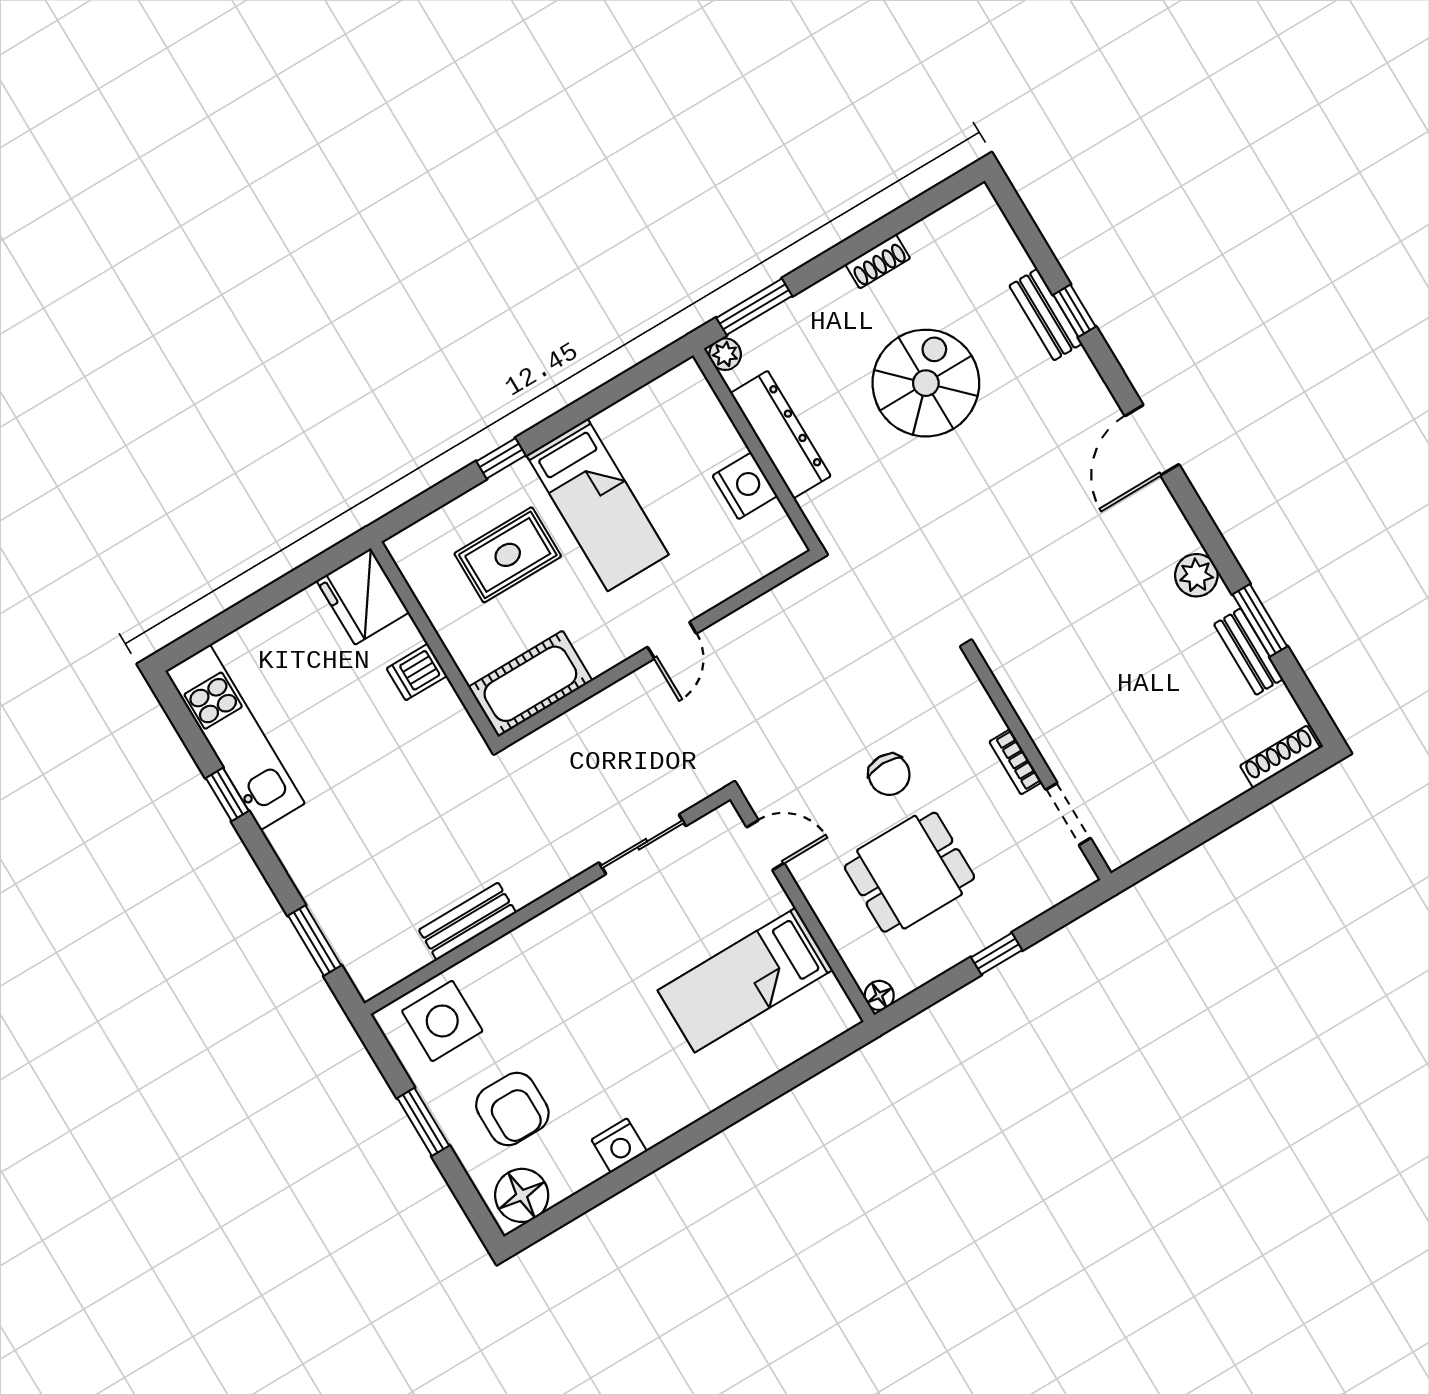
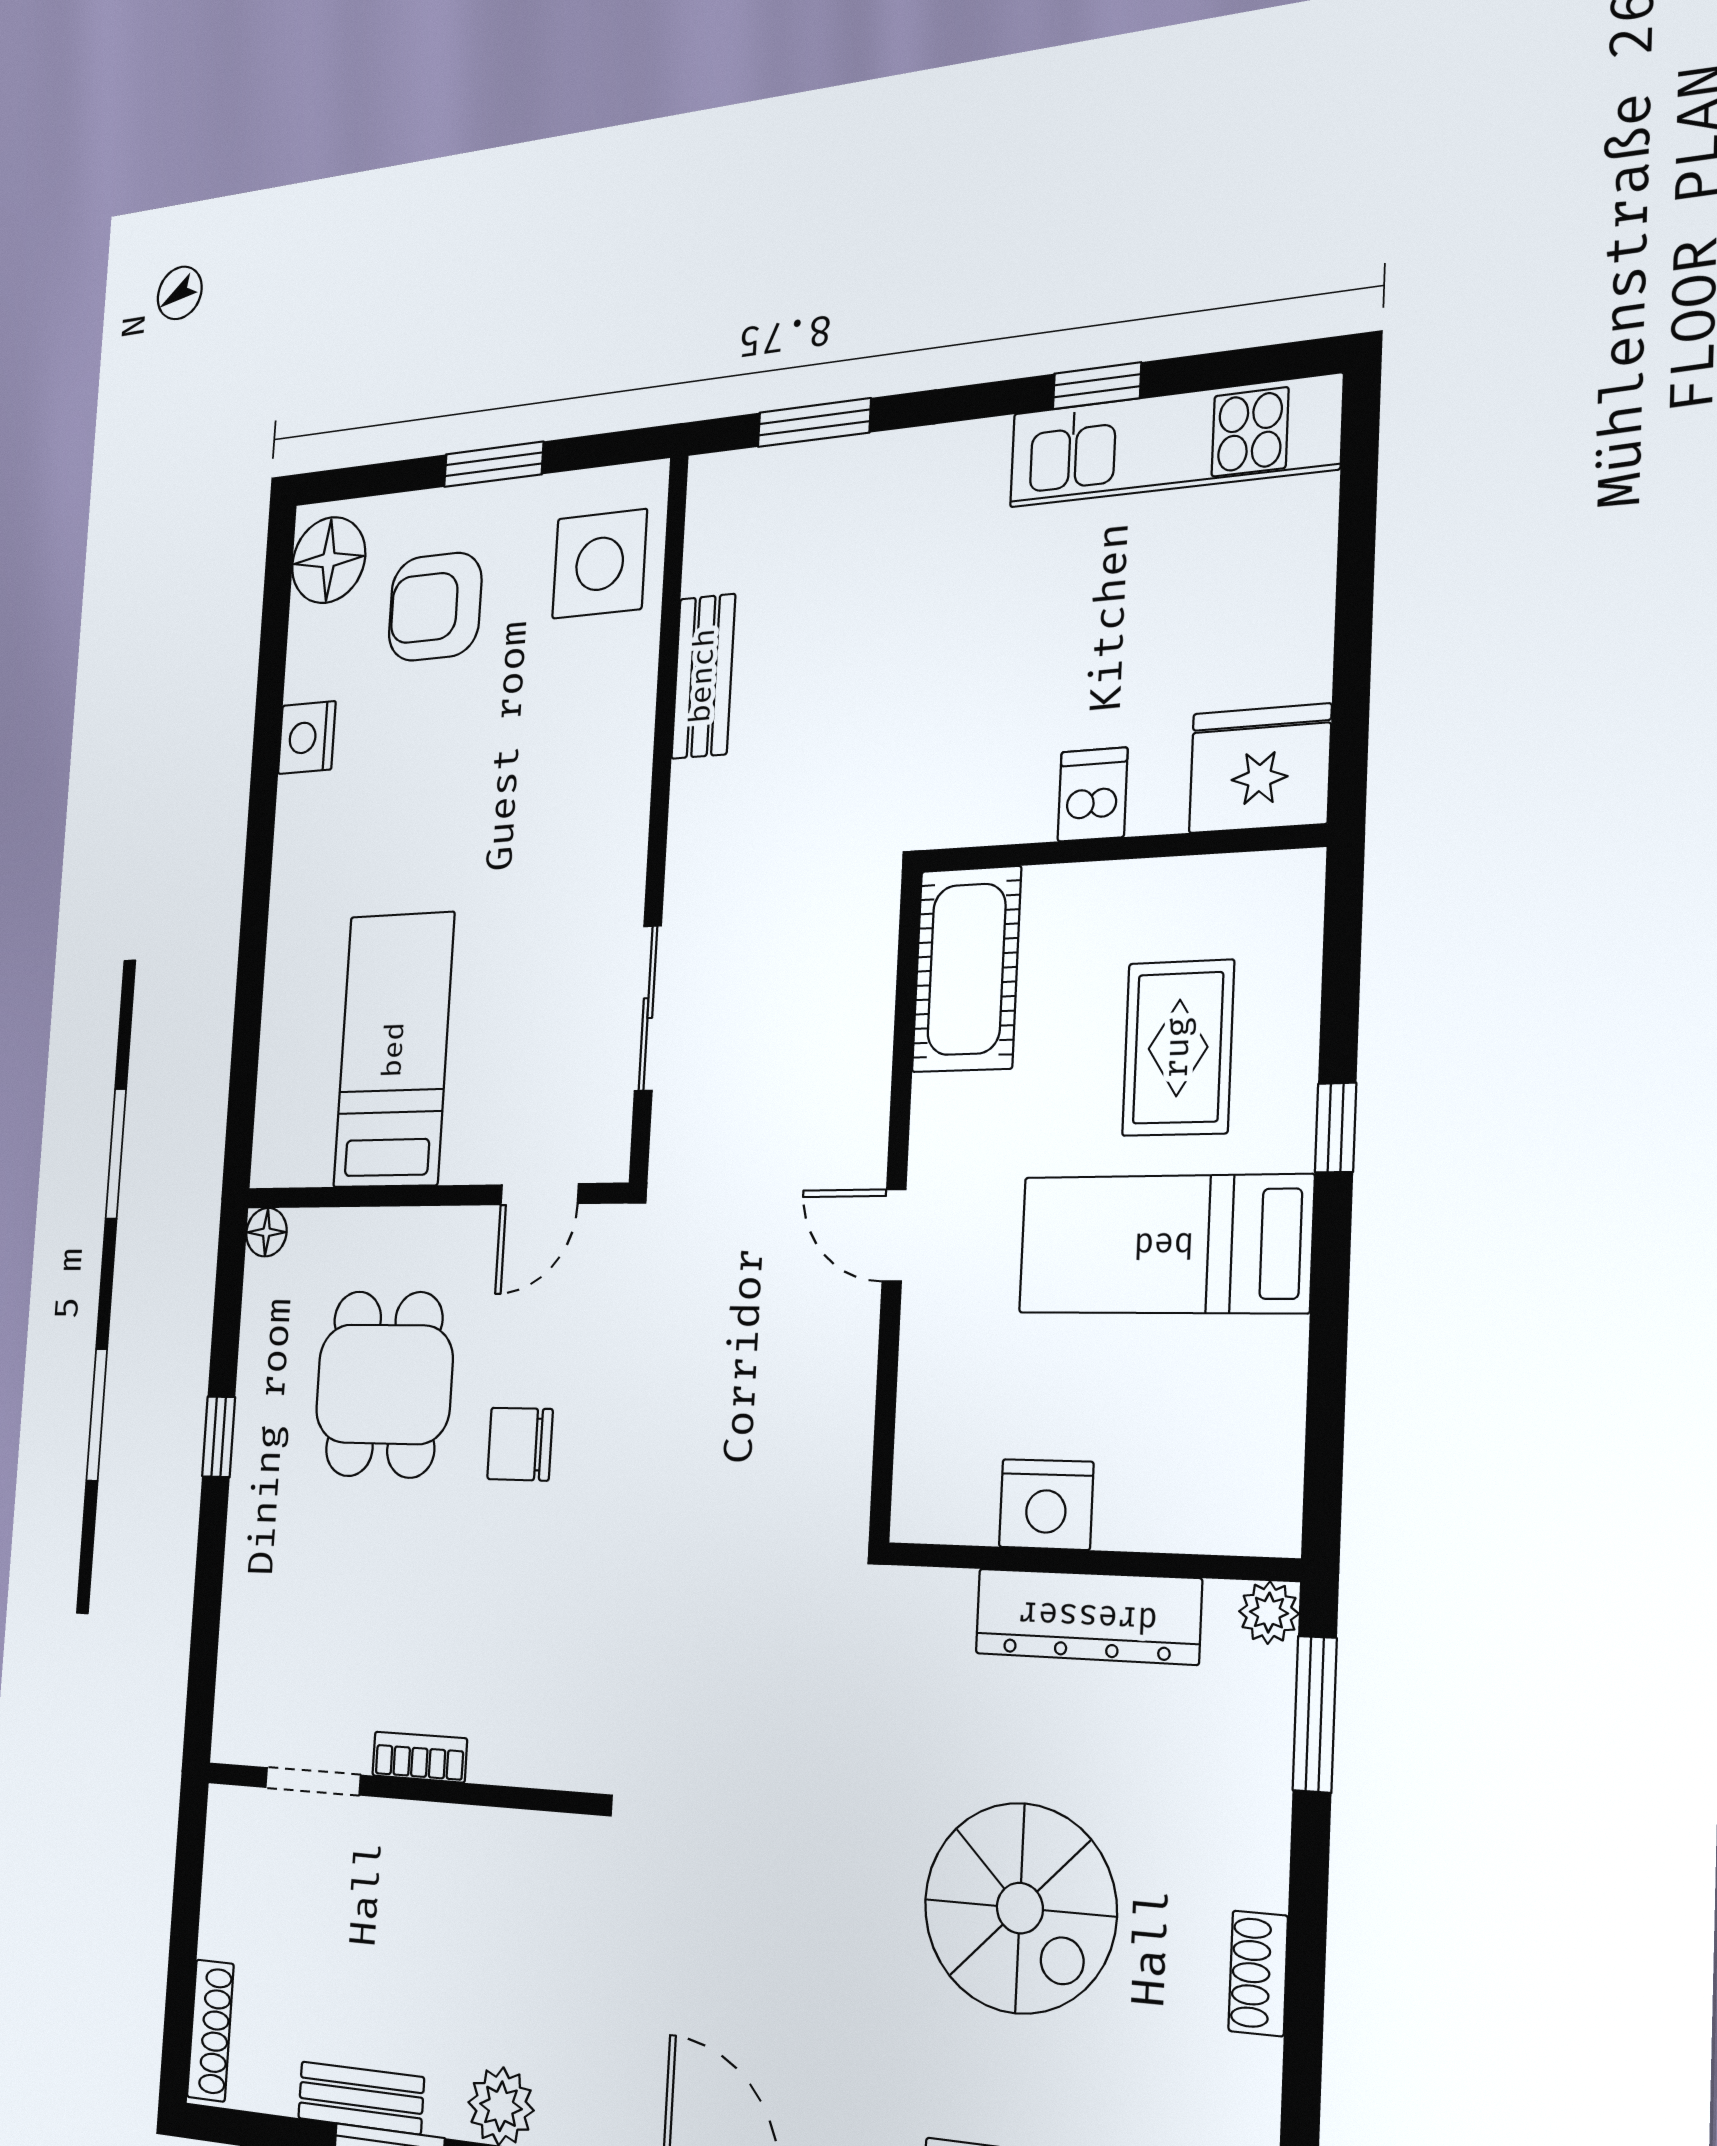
bookcase: (1016, 762) -> (420, 1757), moved
wall: (1039, 765) -> (395, 1788), moved
doorway: (1068, 814) -> (313, 1781), moved

